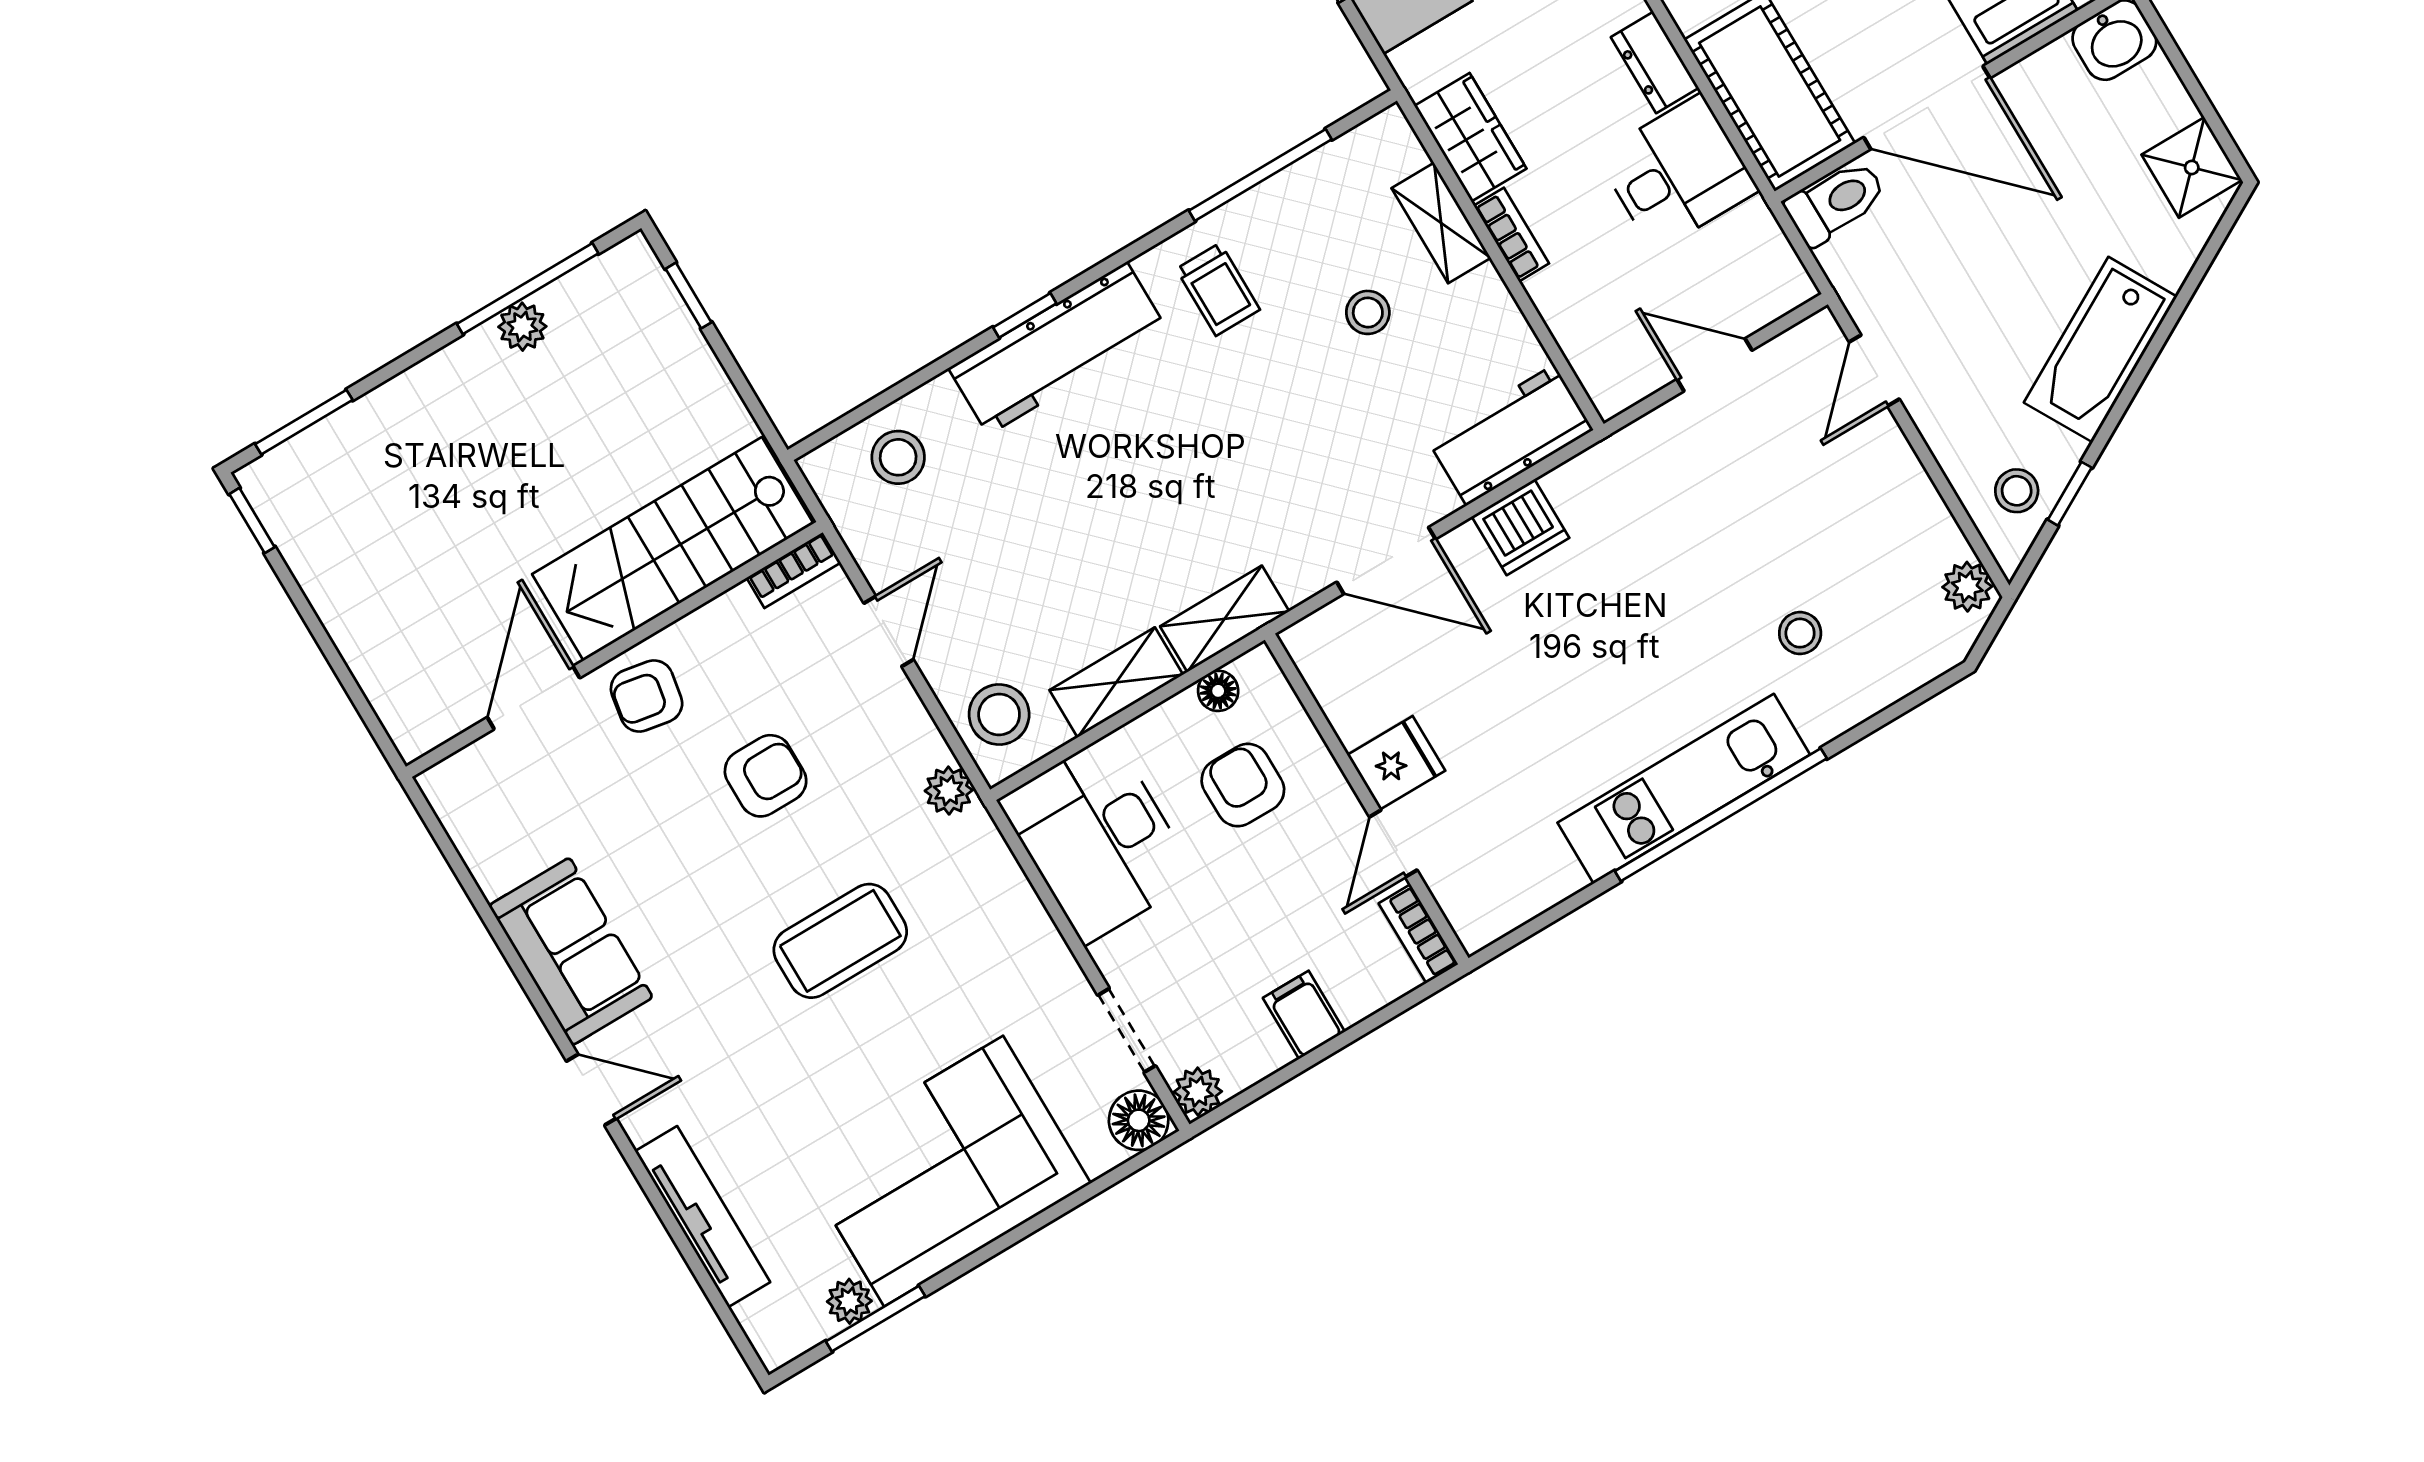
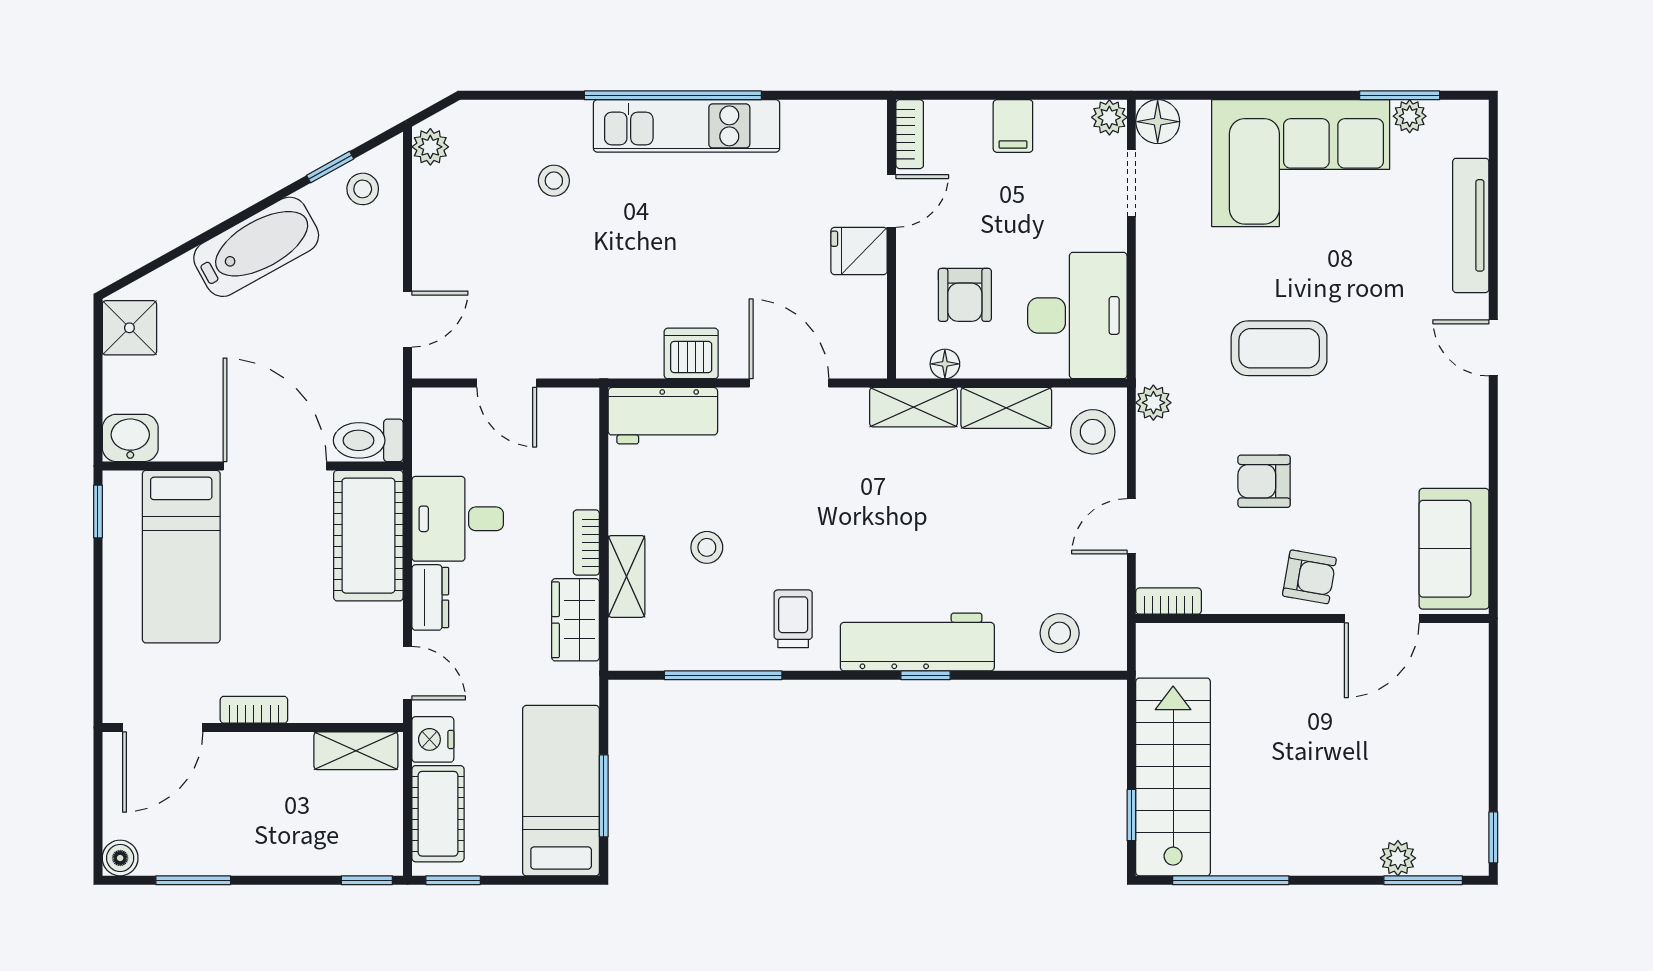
plant: (522, 327) -> (1398, 858), moved
stairs: (673, 549) -> (1173, 777), moved, turned -90
sofa: (571, 951) -> (1454, 549), moved

